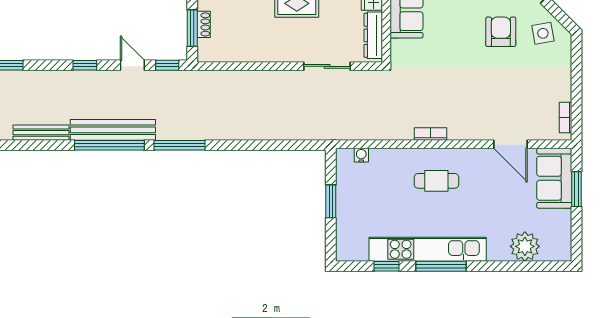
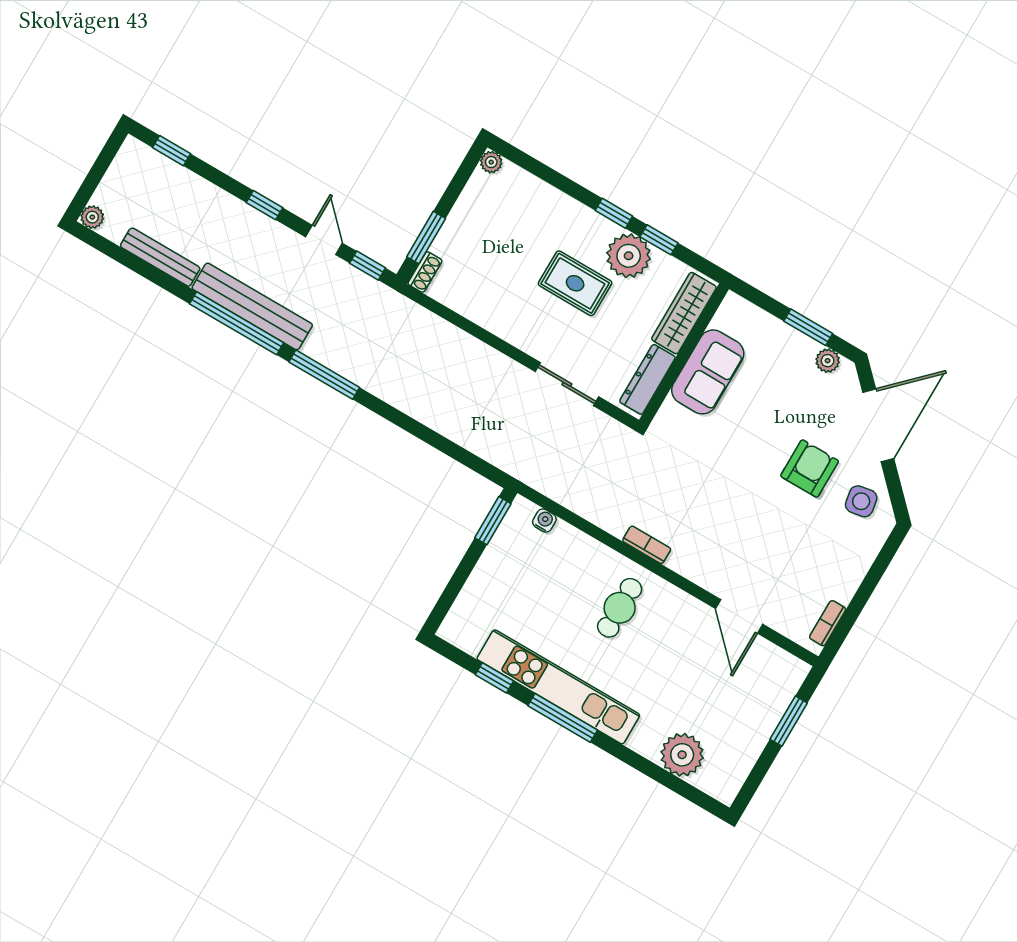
shoe rack: (204, 24) -> (425, 272), moved
sofa: (554, 178) -> (769, 691), removed
cafe table: (436, 181) -> (620, 608), turned 90
window: (331, 201) -> (493, 521), moved

